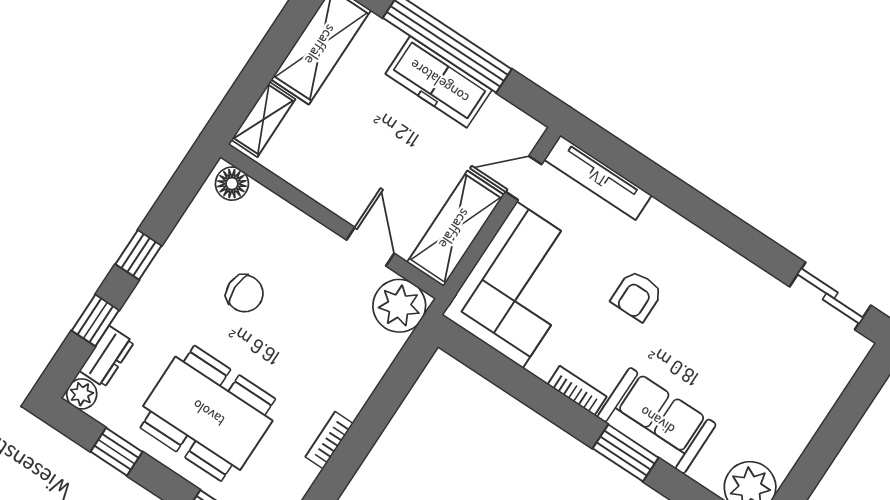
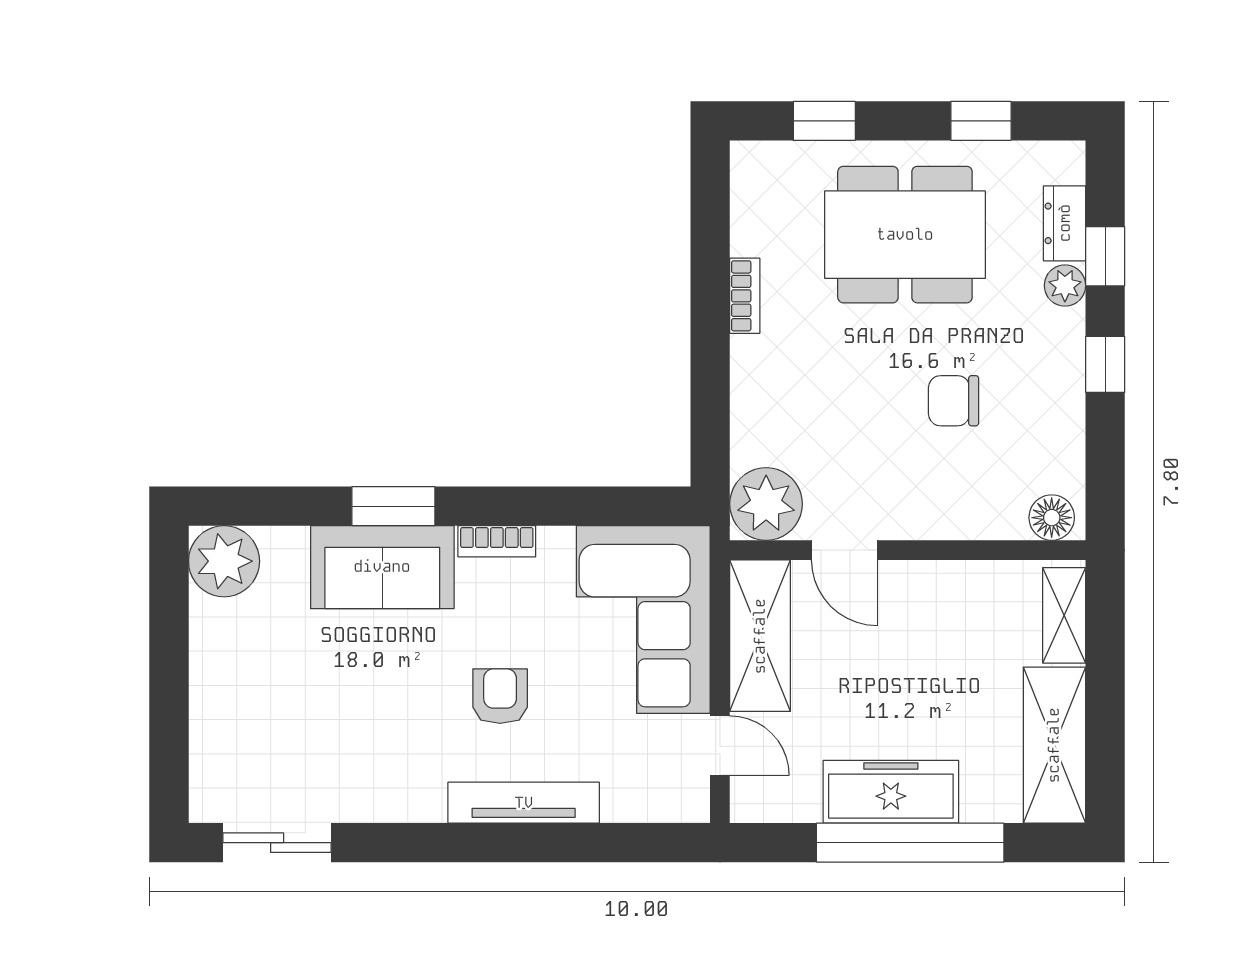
door: (524, 178) -> (720, 746), hinge flipped
tv unit: (598, 178) -> (524, 803), moved
plant: (82, 394) -> (1065, 286), moved

